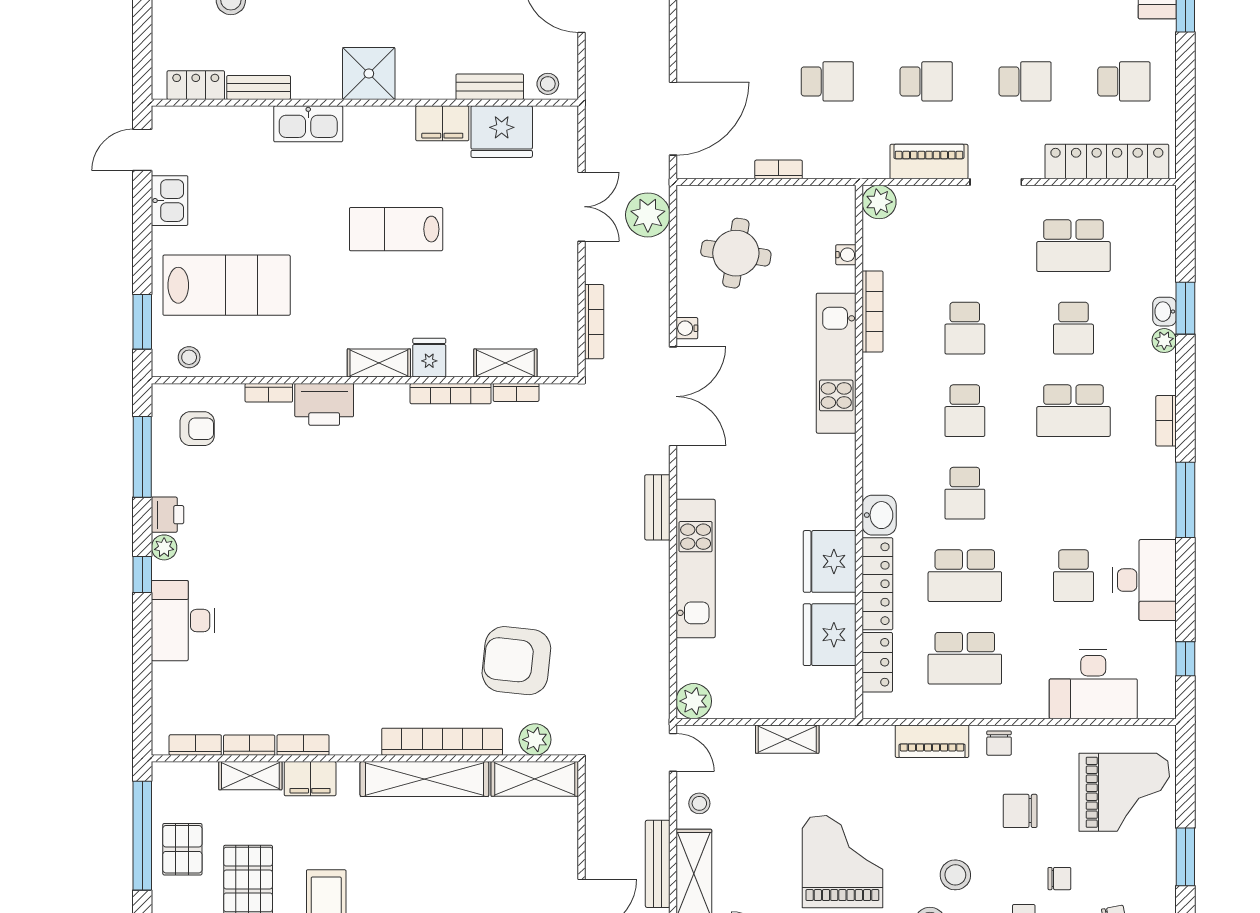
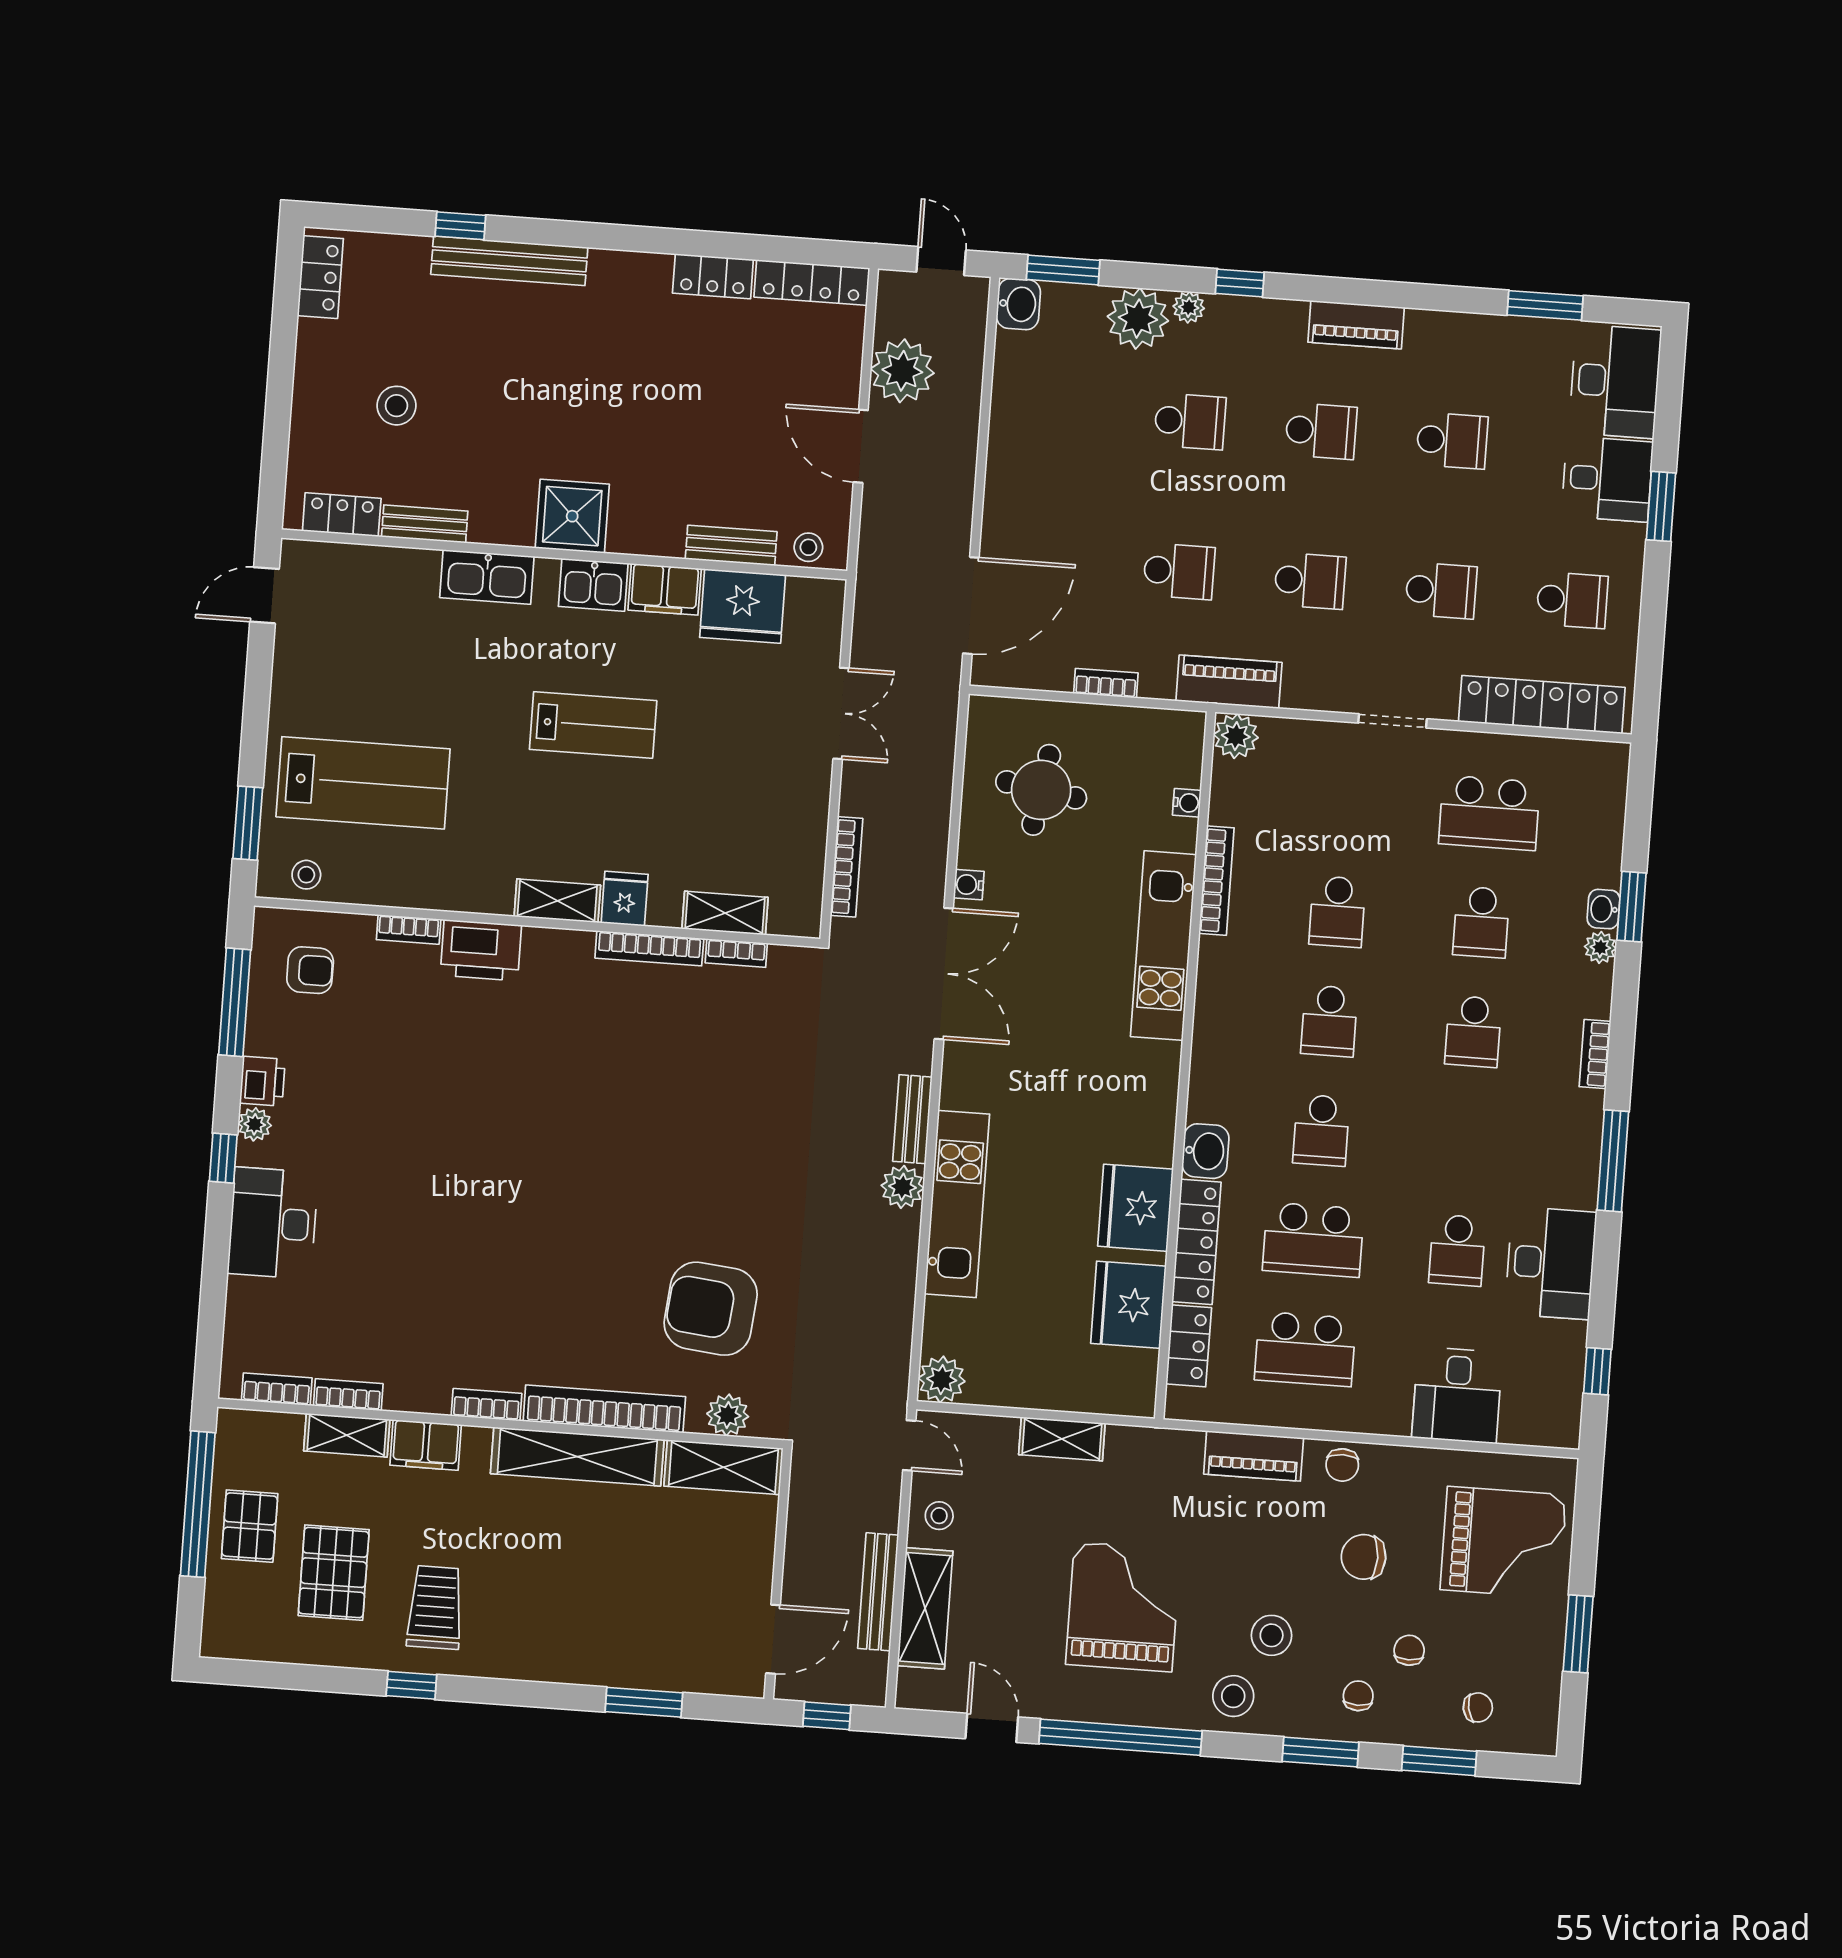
piano: (929, 162) -> (1229, 682), moved
kitchen sink: (170, 201) -> (593, 585), moved, turned 90
plant: (648, 215) -> (903, 1187), moved, width x0.73, depth x0.73
lab bench: (396, 229) -> (593, 725), turned 180
school desk: (1073, 411) -> (1473, 1032), width x0.54
desk: (1093, 684) -> (1457, 1395), width x0.73
bookcase: (303, 745) -> (486, 1405), moved
chair: (1059, 879) -> (1409, 1650), turned -90

